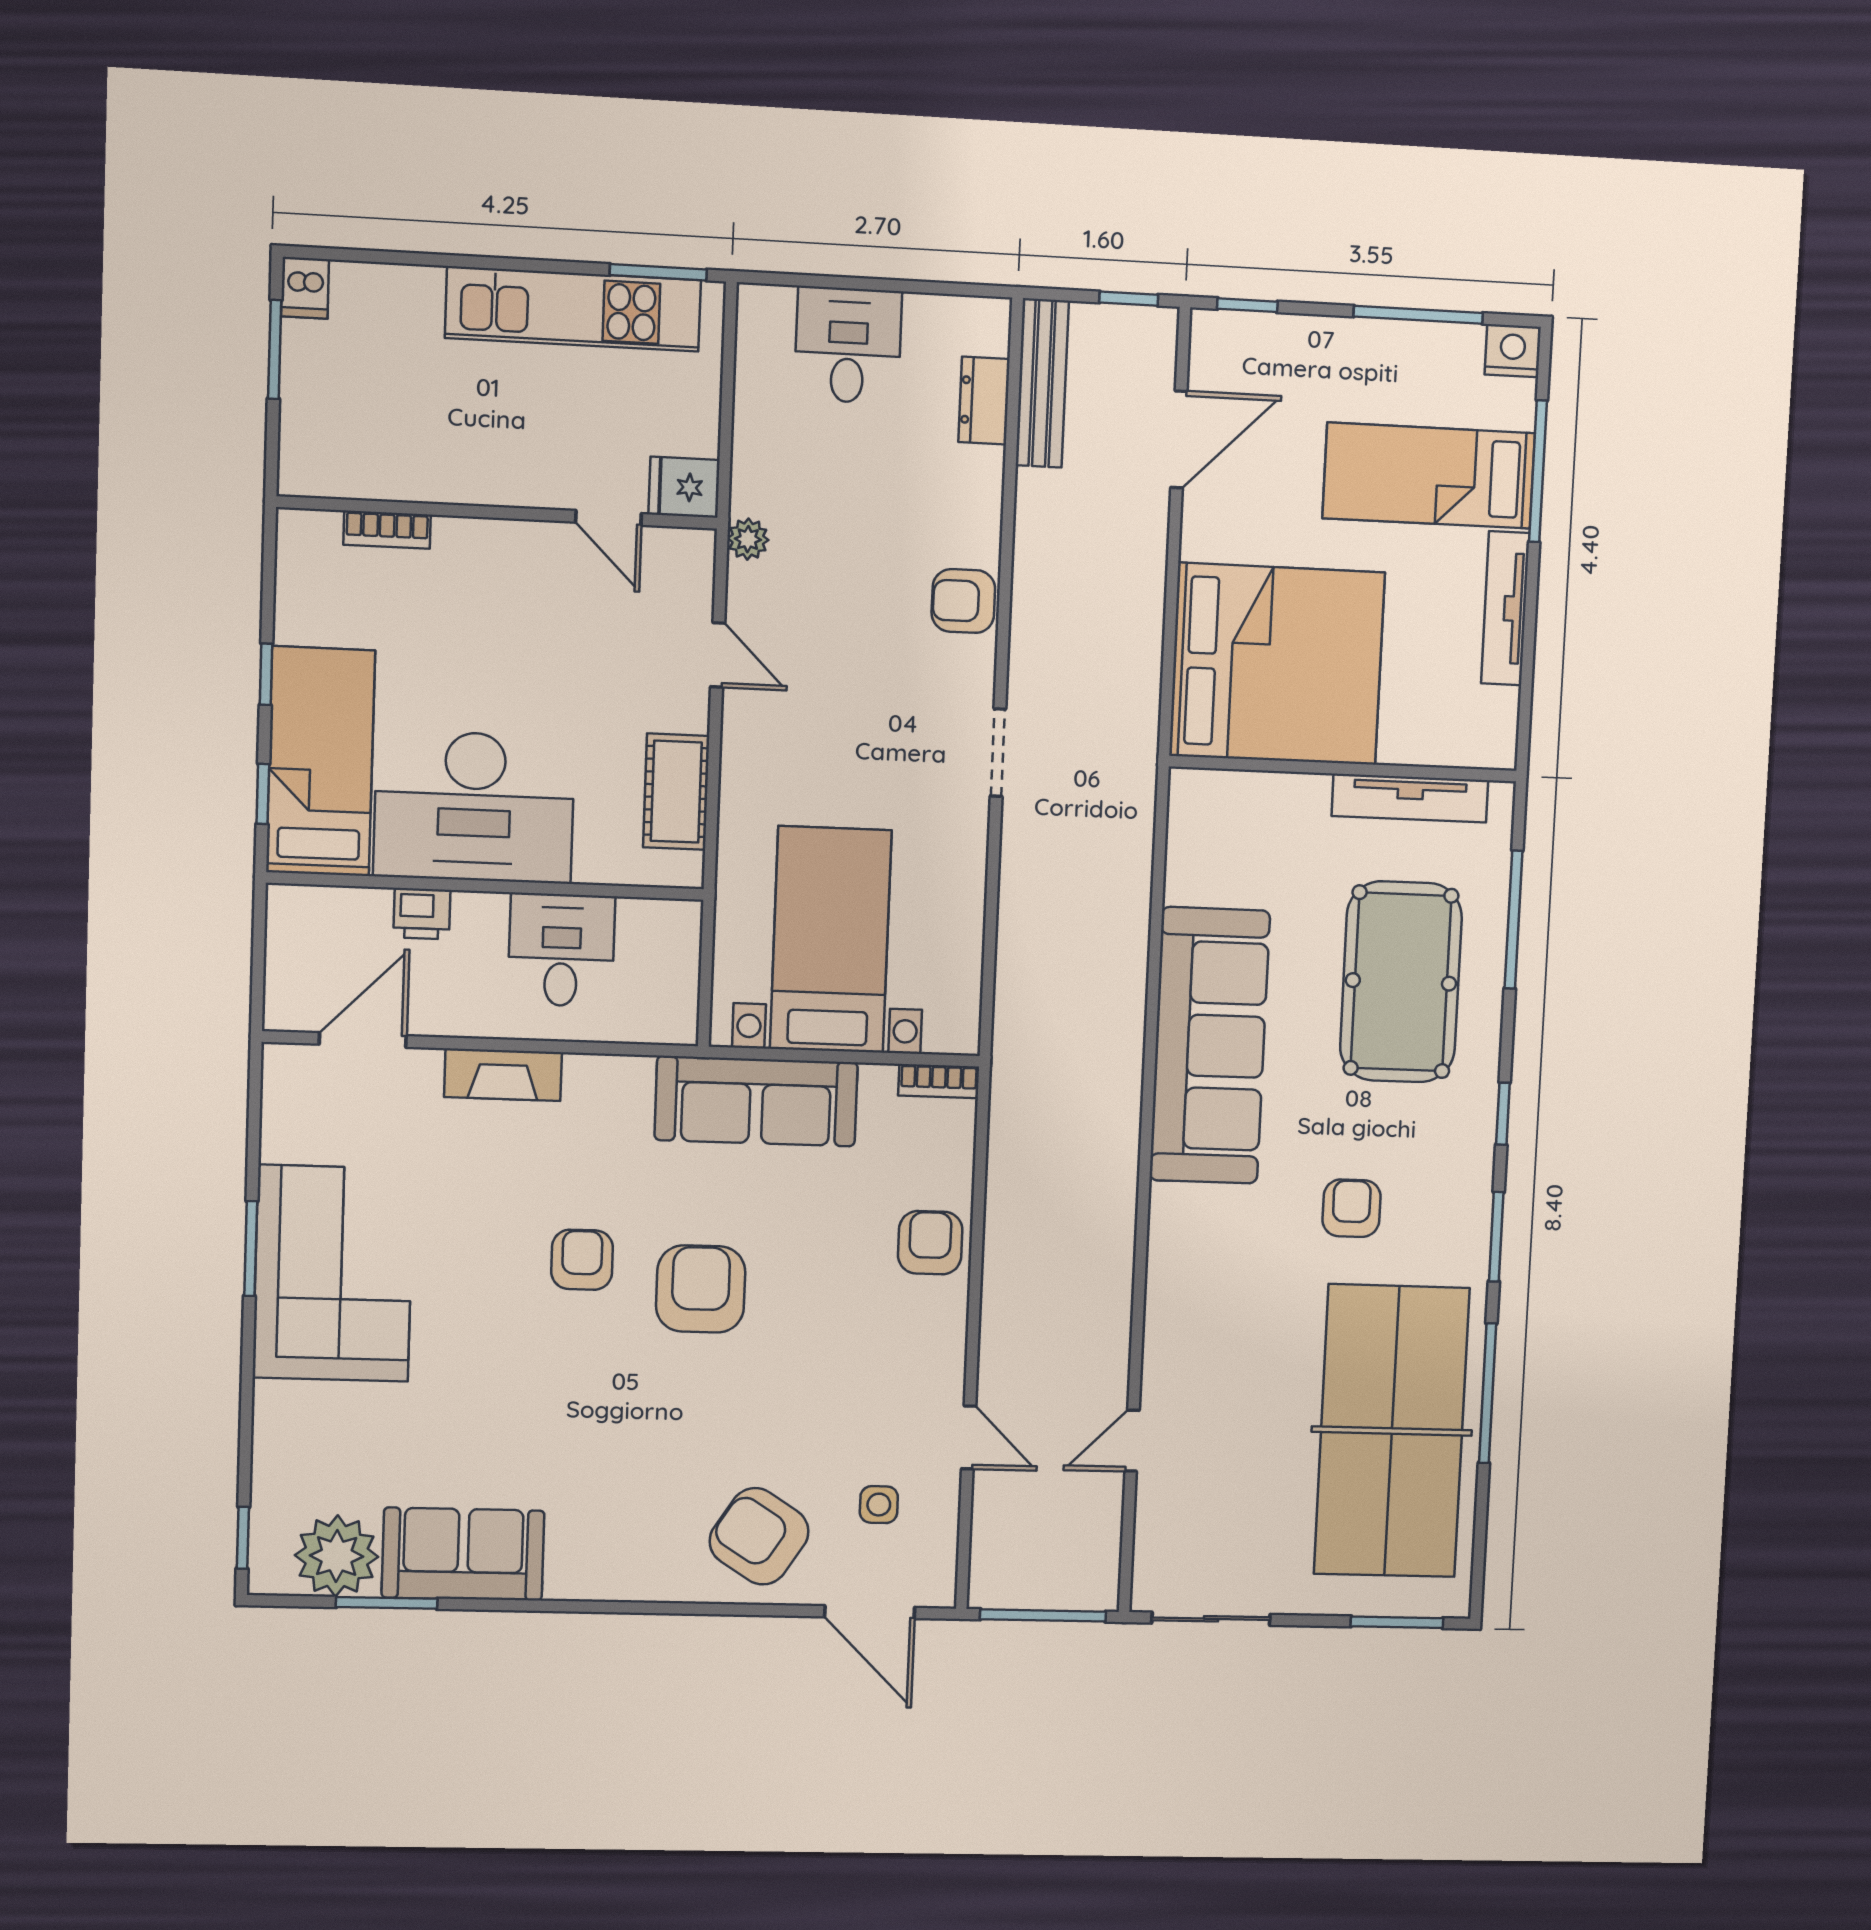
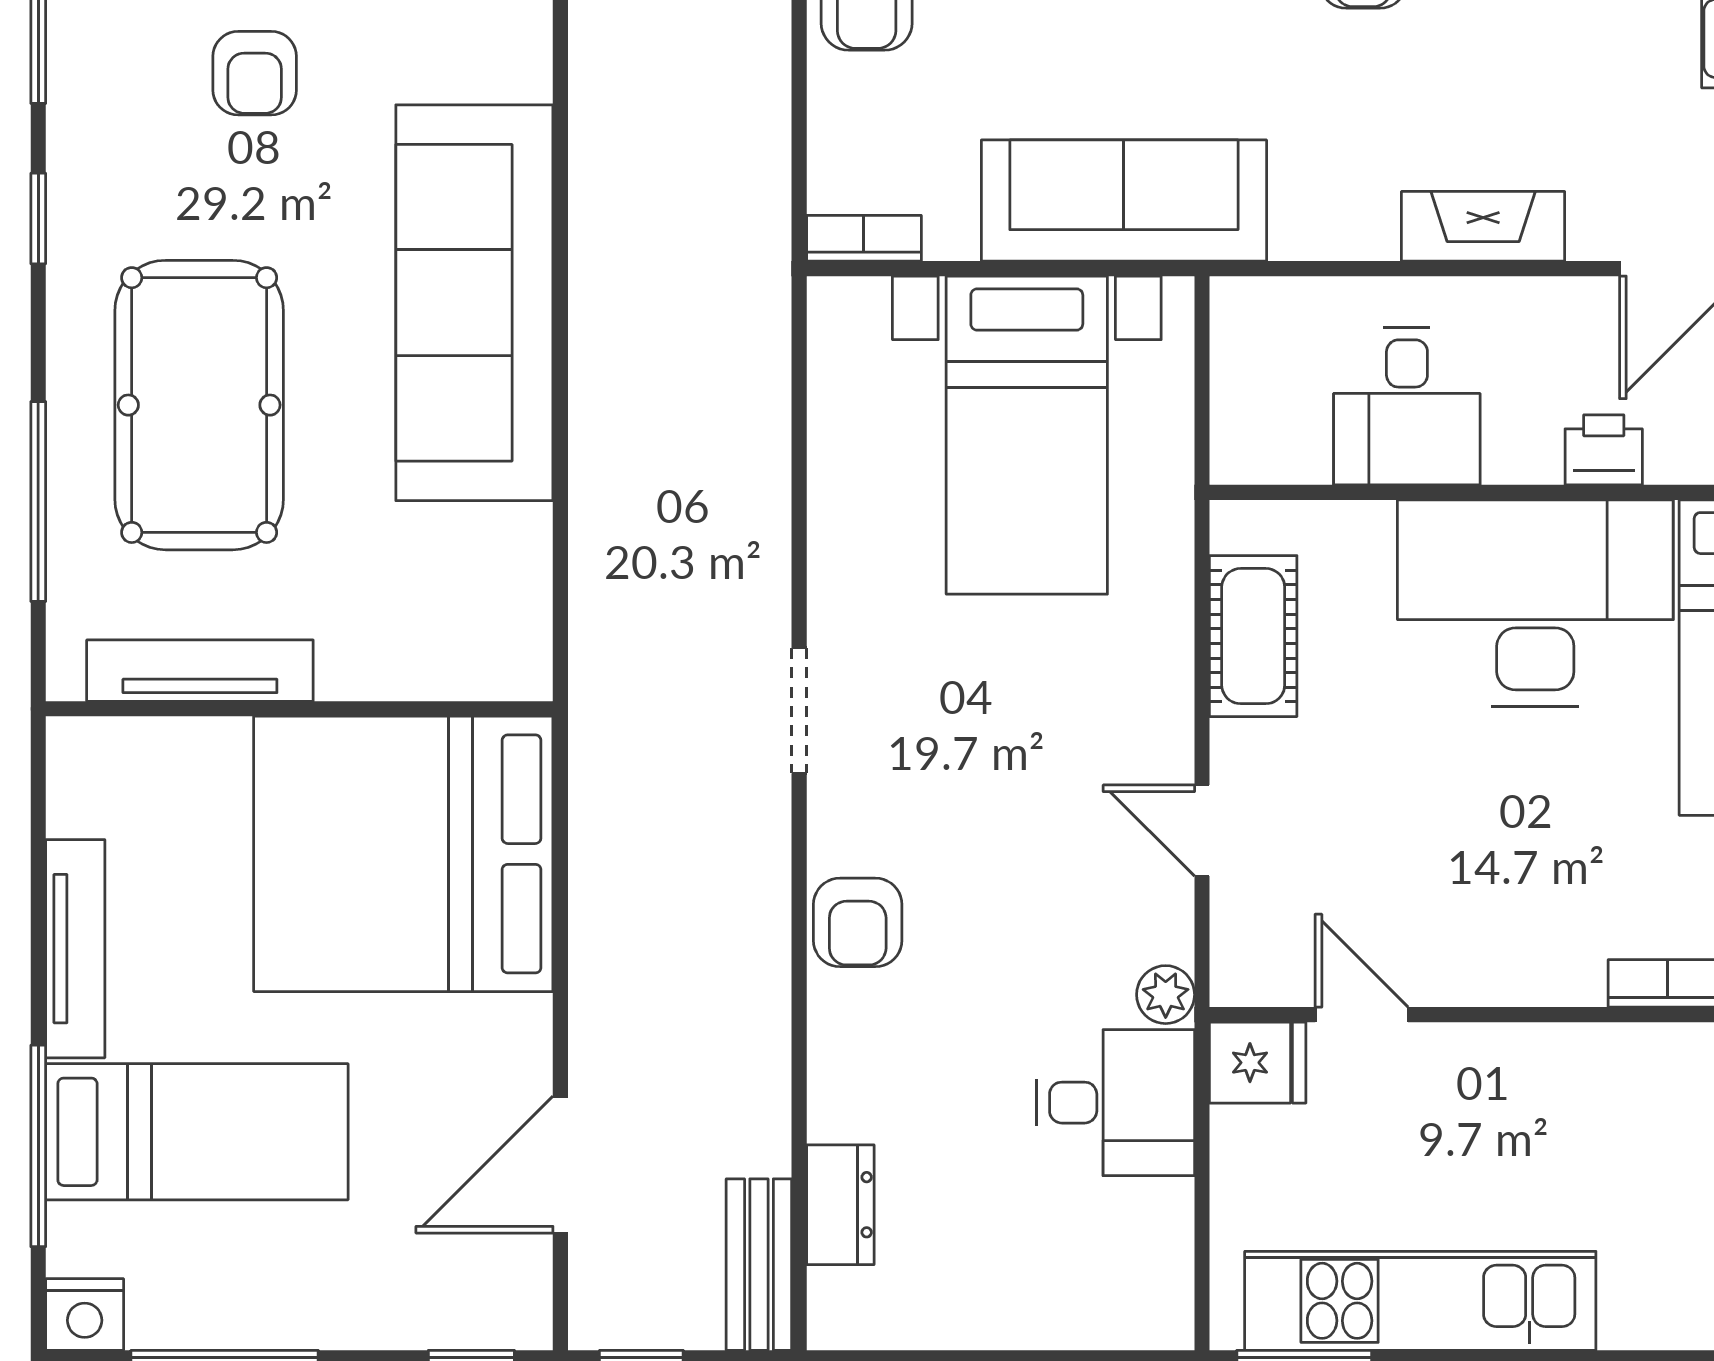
desk: (848, 345) -> (1116, 1103), moved, turned -90
bench: (1042, 383) -> (759, 1265), width x0.73
armchair: (963, 601) -> (858, 922), turned 90

